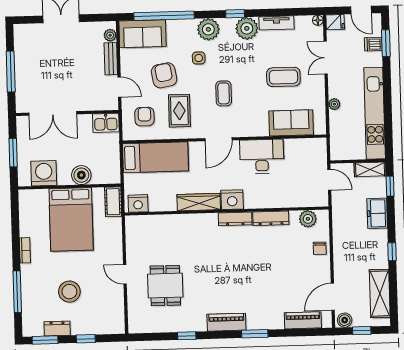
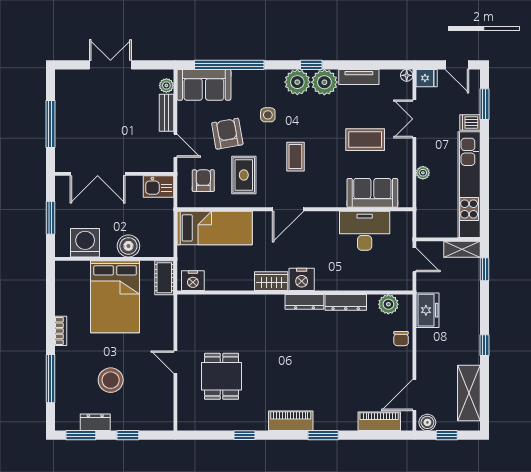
plant: (208, 29) -> (297, 82), moved
dishwasher: (373, 44) -> (470, 122), moved
desk: (262, 156) -> (365, 231), moved
wardrobe: (199, 202) -> (271, 281), width x0.67
freezer: (377, 213) -> (428, 310), moved, turned 180

